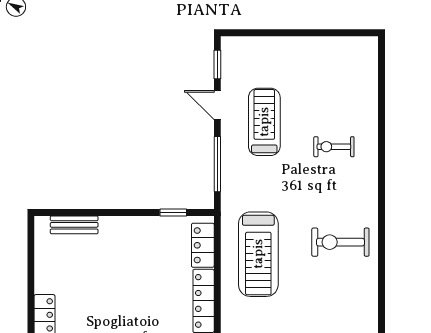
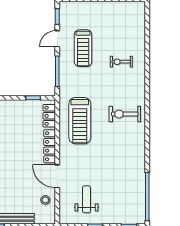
door: (217, 105) -> (57, 39), hinge flipped
treadmill: (264, 122) -> (83, 48), turned 180

